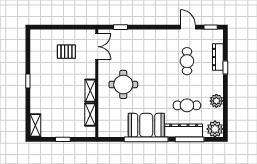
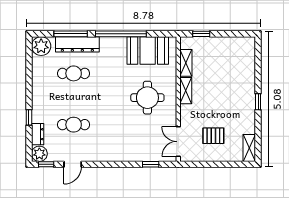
door: (188, 27) -> (73, 164), hinge flipped
dresser: (218, 57) -> (38, 134), width x0.70
cafe table: (187, 61) -> (74, 125), turned 90
plant: (216, 101) -> (39, 154), moved
shelving: (35, 125) -> (249, 148), moved
booth: (146, 125) -> (148, 50), moved
window: (63, 139) -> (201, 34), moved

